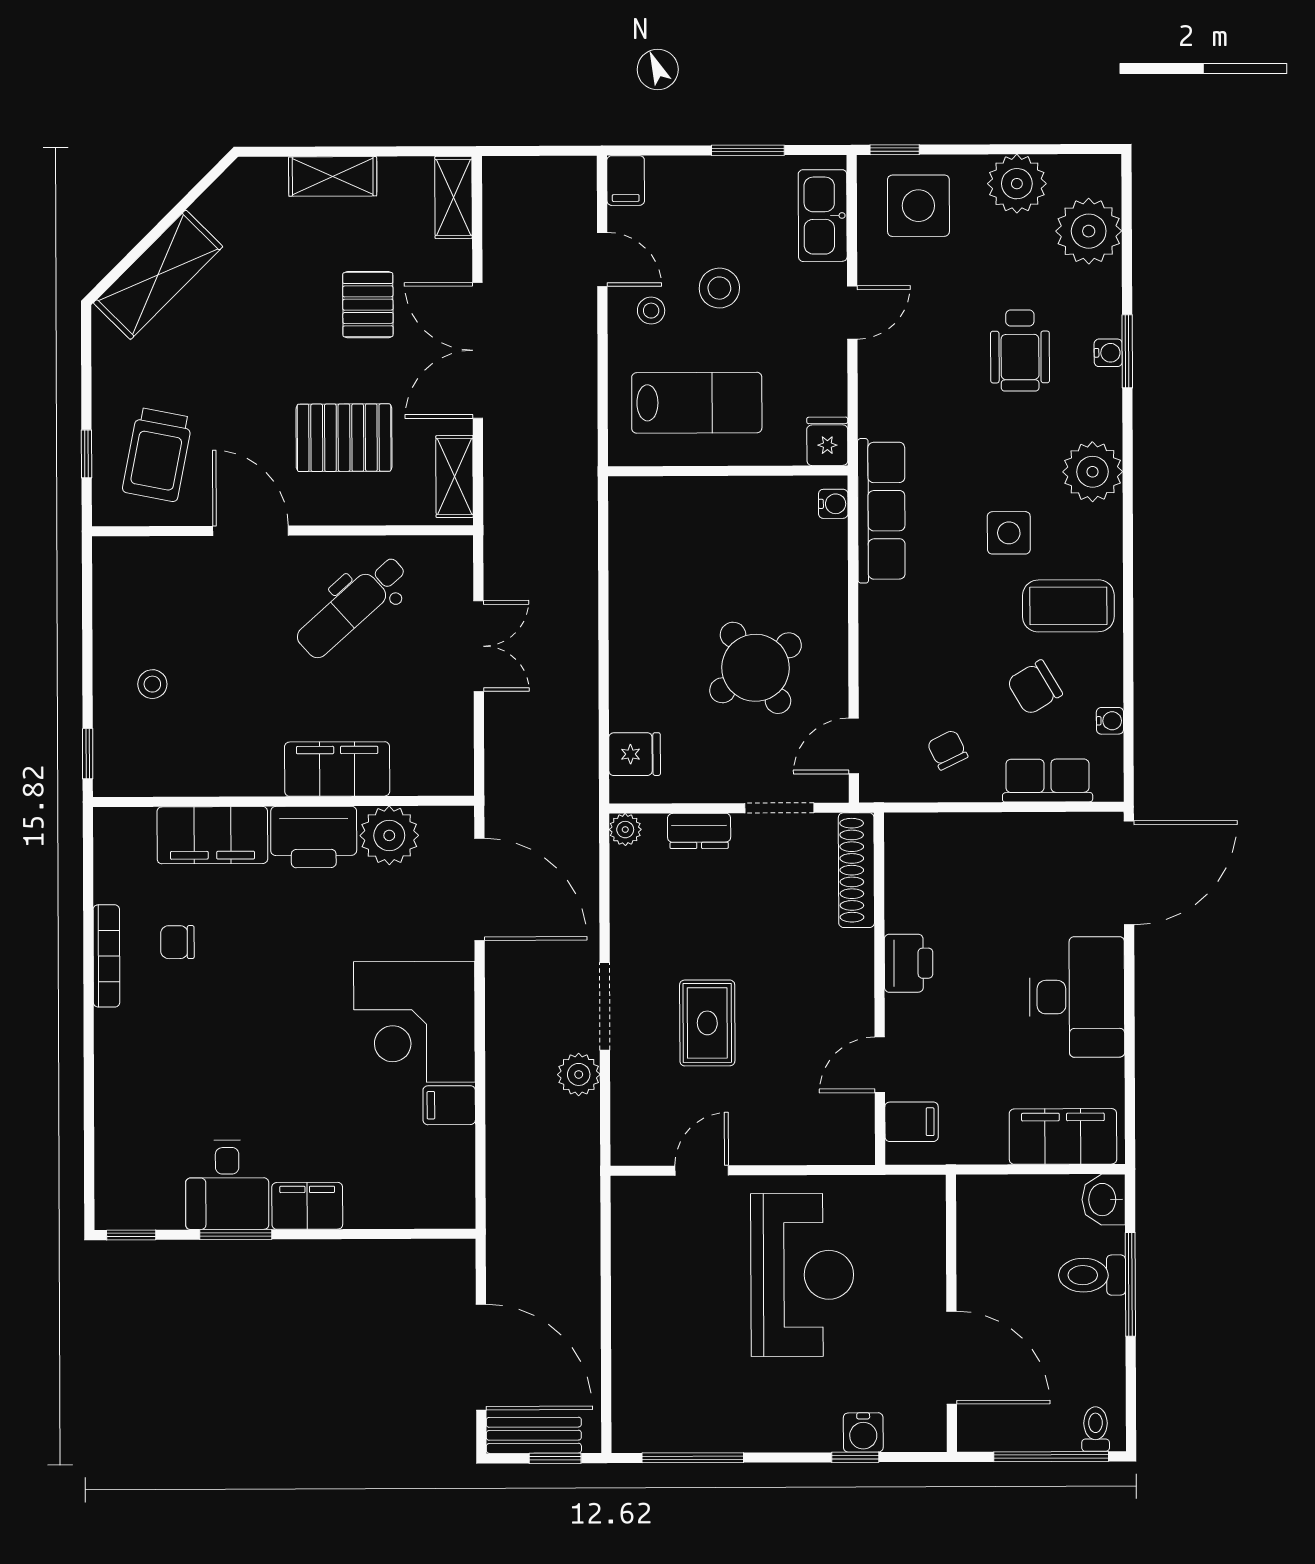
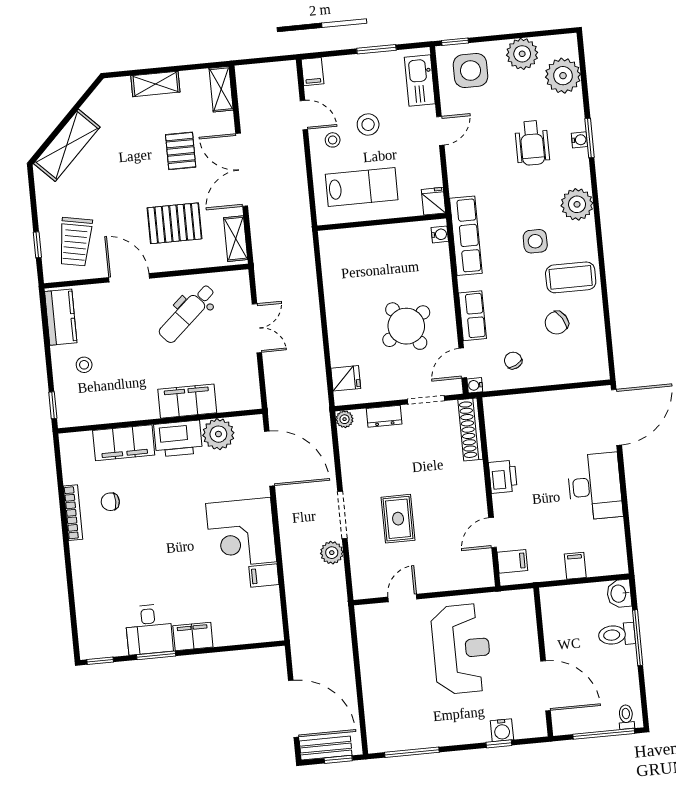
kitchen counter: (117, 592) -> (61, 317), added
water cooler: (1110, 721) -> (475, 385), moved, turned 180
row of seats: (1047, 781) -> (473, 316), moved, turned 90
filing cabinet: (1063, 1136) -> (575, 566), width x0.33, depth x0.86

